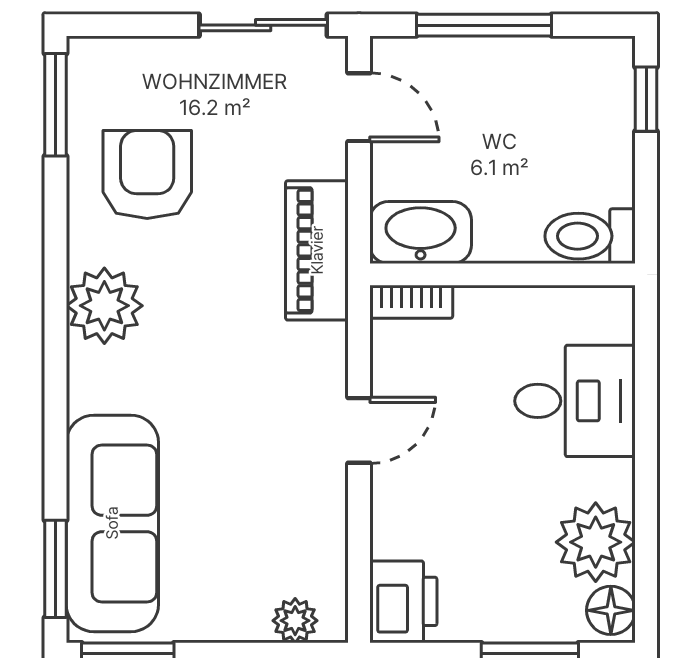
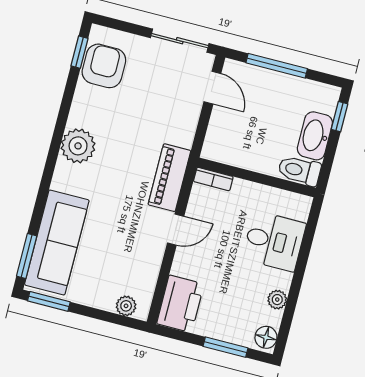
window: (56, 105) -> (79, 52), width x0.67
armchair: (147, 175) -> (104, 66), moved
washbasin: (421, 232) -> (315, 136), moved, turned -90
piano: (317, 250) -> (169, 178), moved
plant: (596, 542) -> (277, 300), width x0.53, depth x0.53
printer: (403, 601) -> (180, 304), width x1.37, depth x1.19

